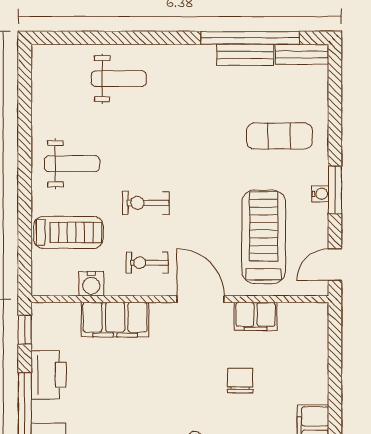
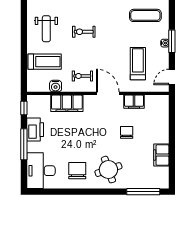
weight bench: (72, 164) -> (46, 29), turned 90
exercise bike: (146, 203) -> (84, 32), moved
treadmill: (264, 237) -> (138, 64), width x0.73, depth x0.73

